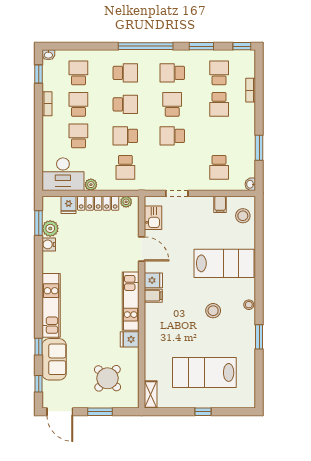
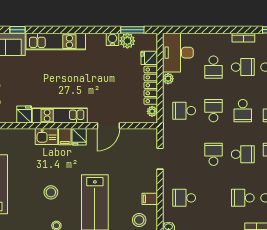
school desk: (78, 136) -> (213, 67), turned 90
kitchen sink: (153, 218) -> (47, 137), moved

